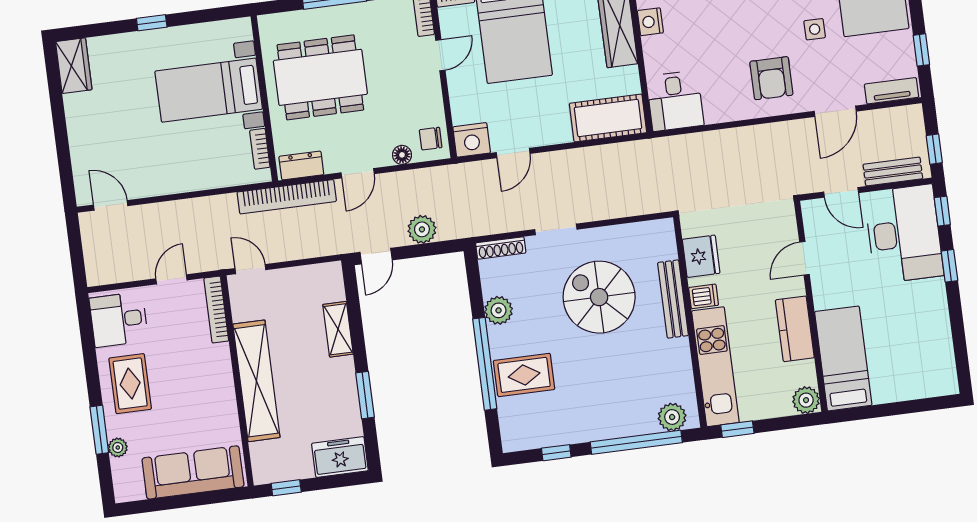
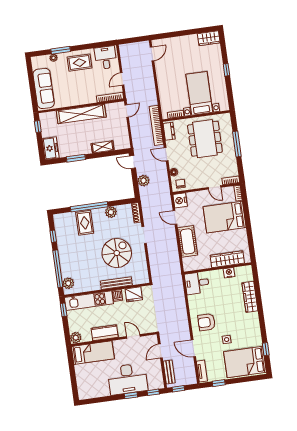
cot: (608, 118) -> (188, 241), moved
desk: (904, 234) -> (128, 379), moved
door: (171, 279) -> (122, 79), swing flipped

